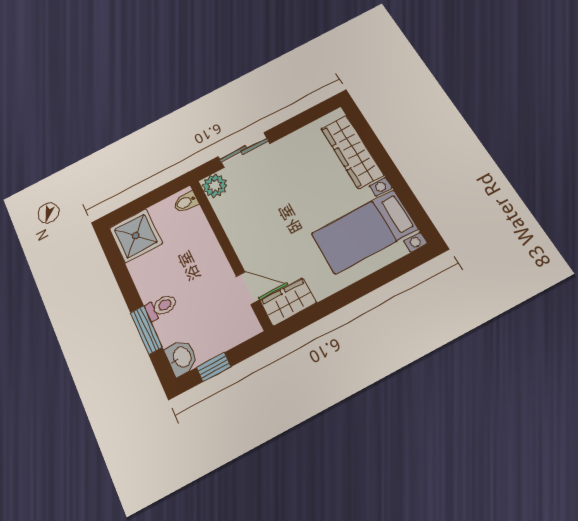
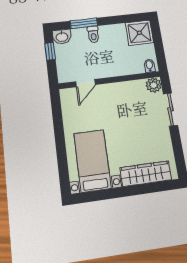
wardrobe: (288, 302) -> (69, 102), removed

